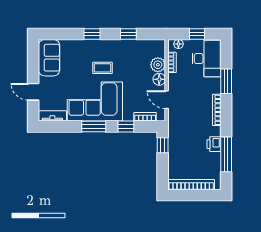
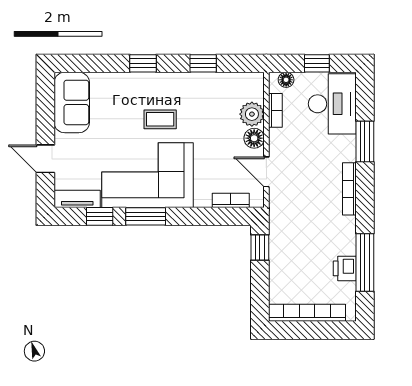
window: (126, 126) -> (100, 216), moved
printer: (214, 144) -> (345, 268), moved

